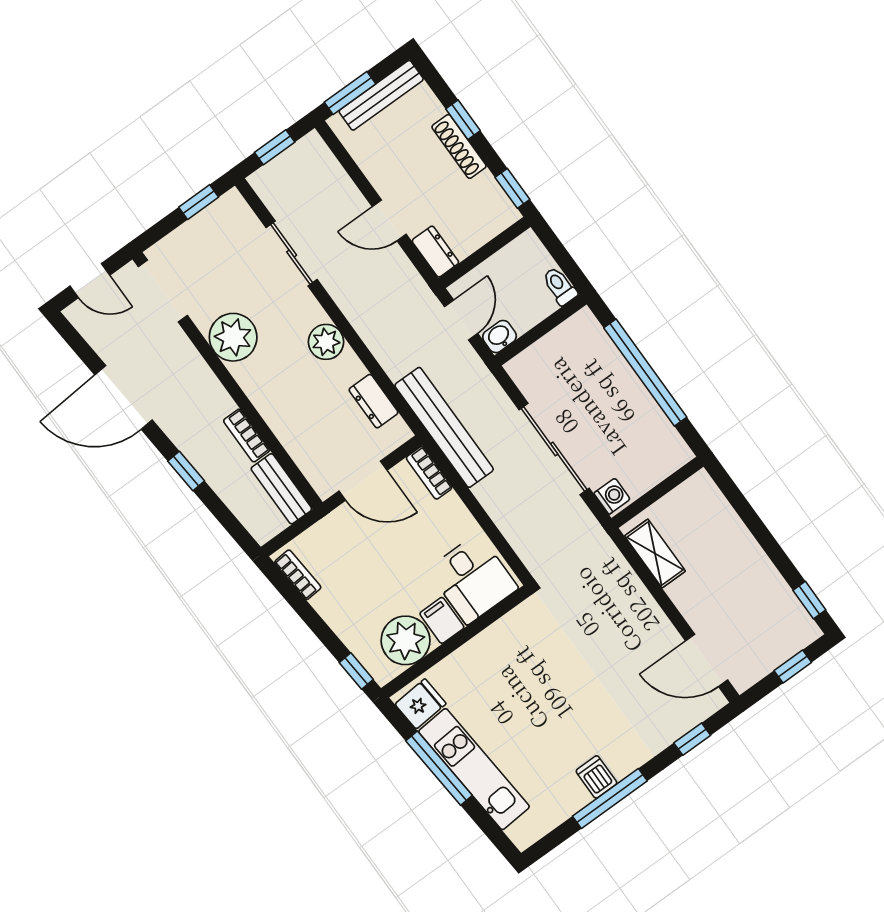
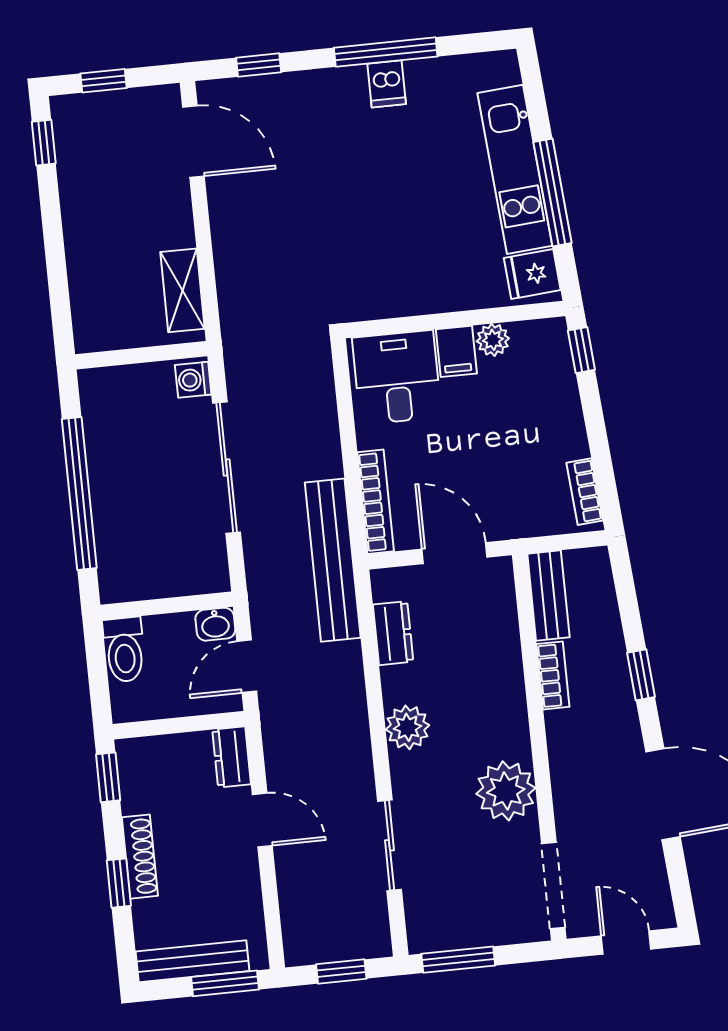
window: (199, 202) -> (458, 960), width x1.50
toilet: (560, 286) -> (124, 650), width x1.37, depth x1.39
bookcase: (429, 473) -> (376, 502), width x1.56
plant: (406, 640) -> (493, 340), width x0.53, depth x0.53

